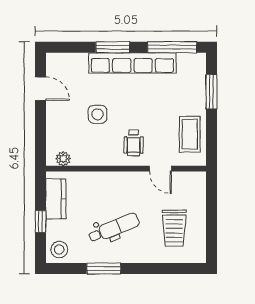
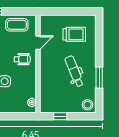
kitchen counter: (56, 199) -> (57, 107), removed
window: (41, 222) -> (60, 116), moved

